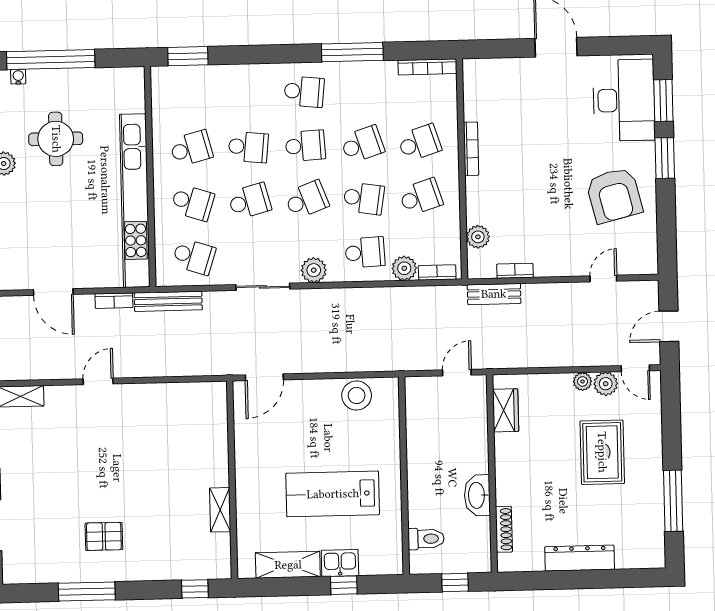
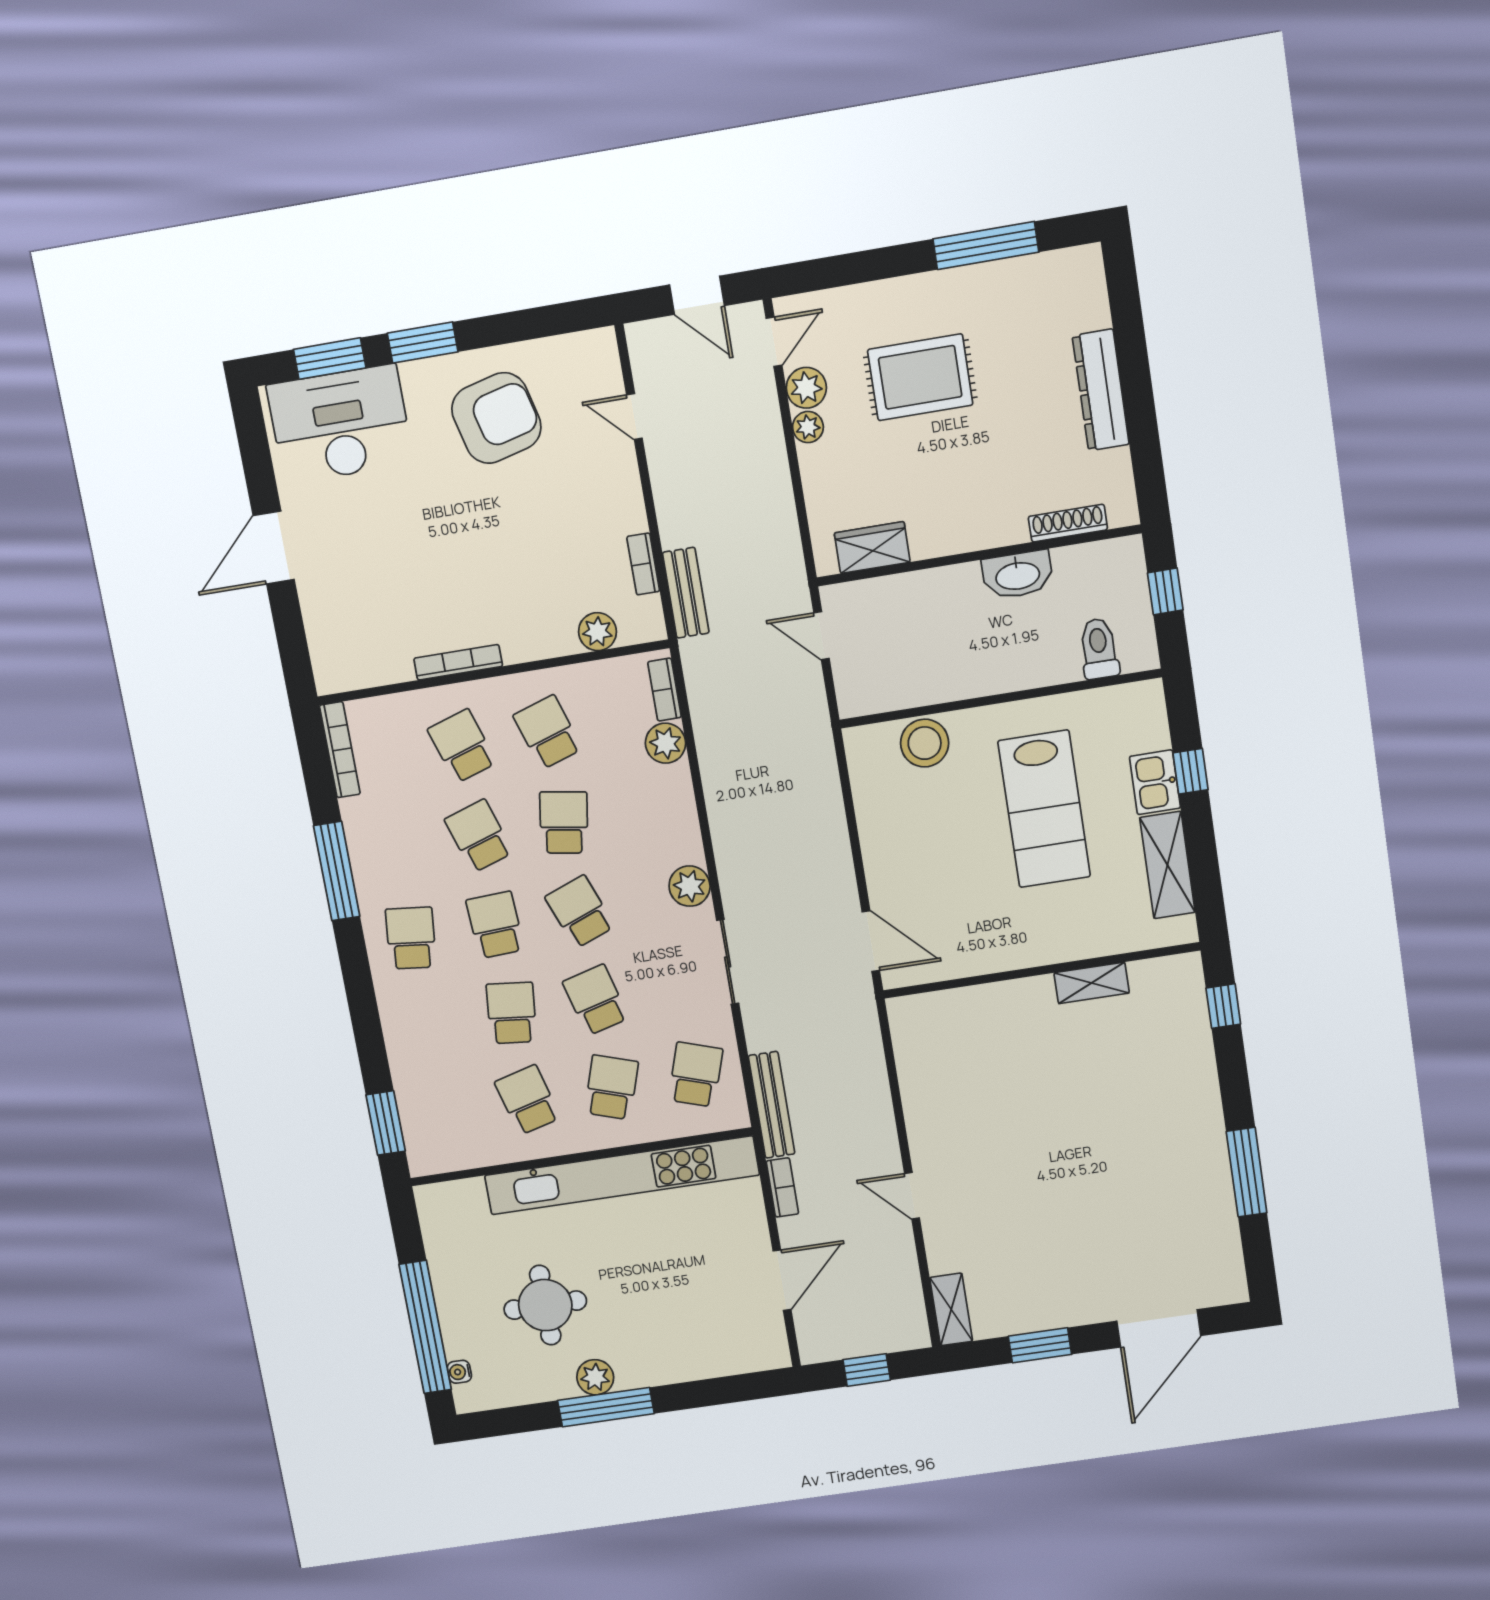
school desk: (365, 252) -> (649, 809), removed
stool: (357, 395) -> (925, 743), moved
pallet: (104, 536) -> (1156, 1157), removed

